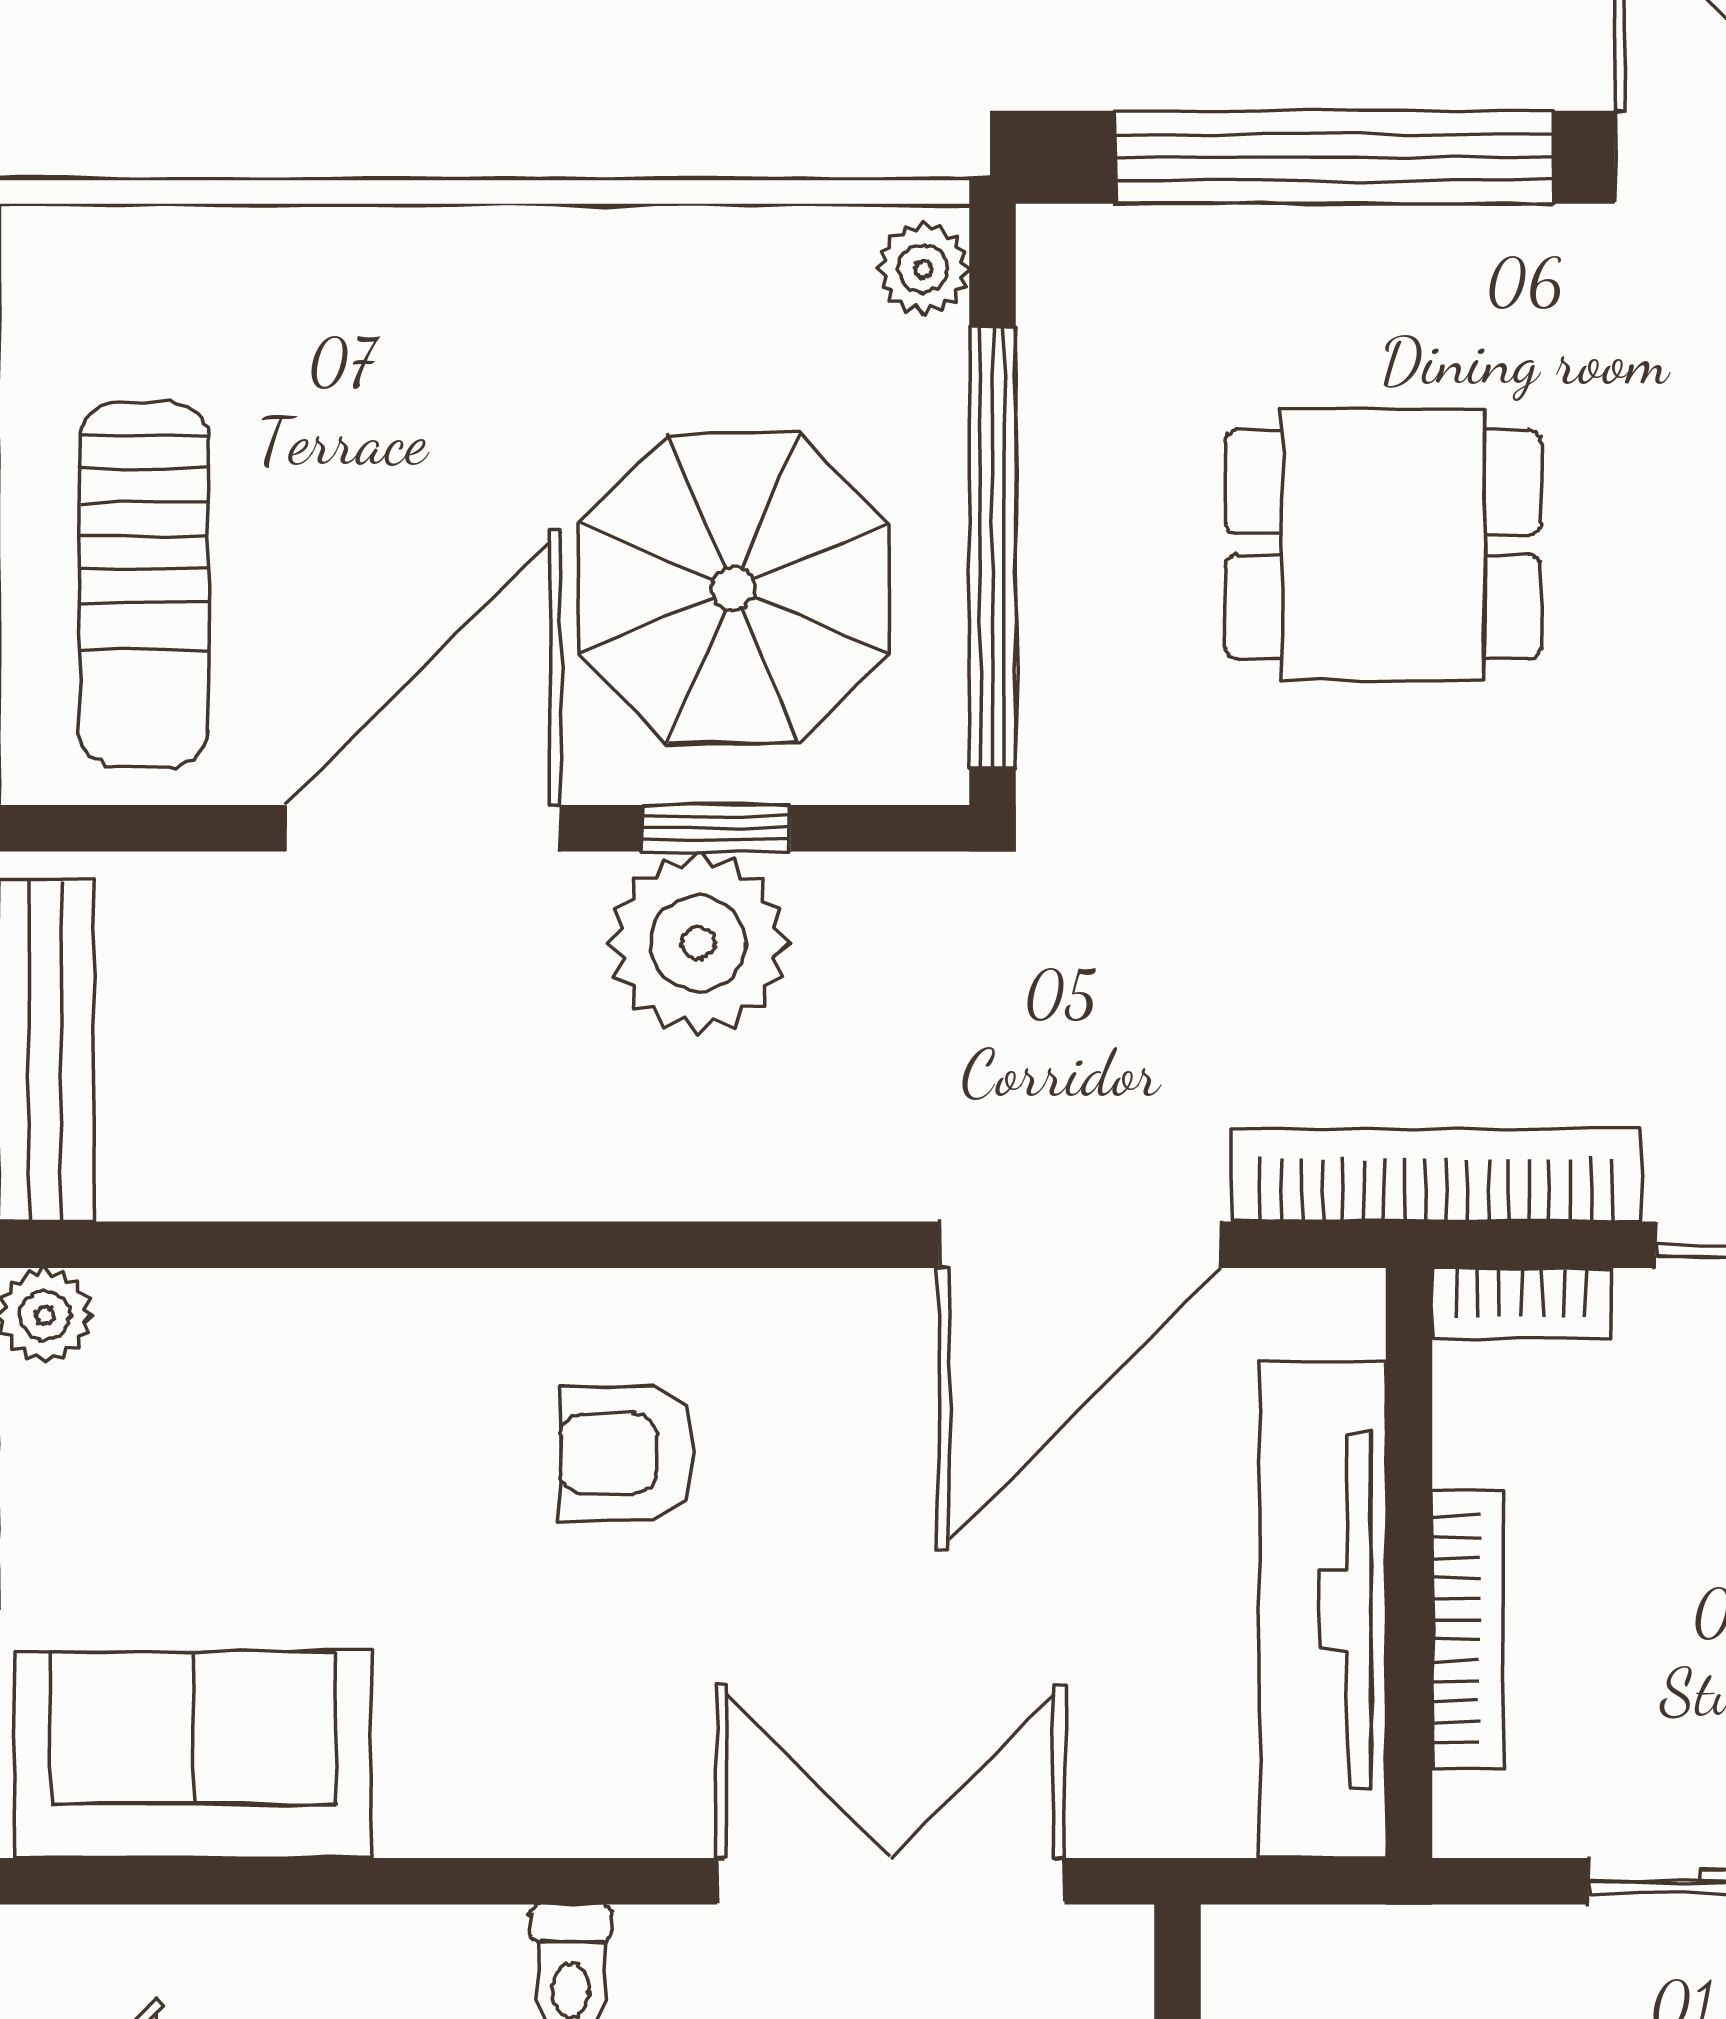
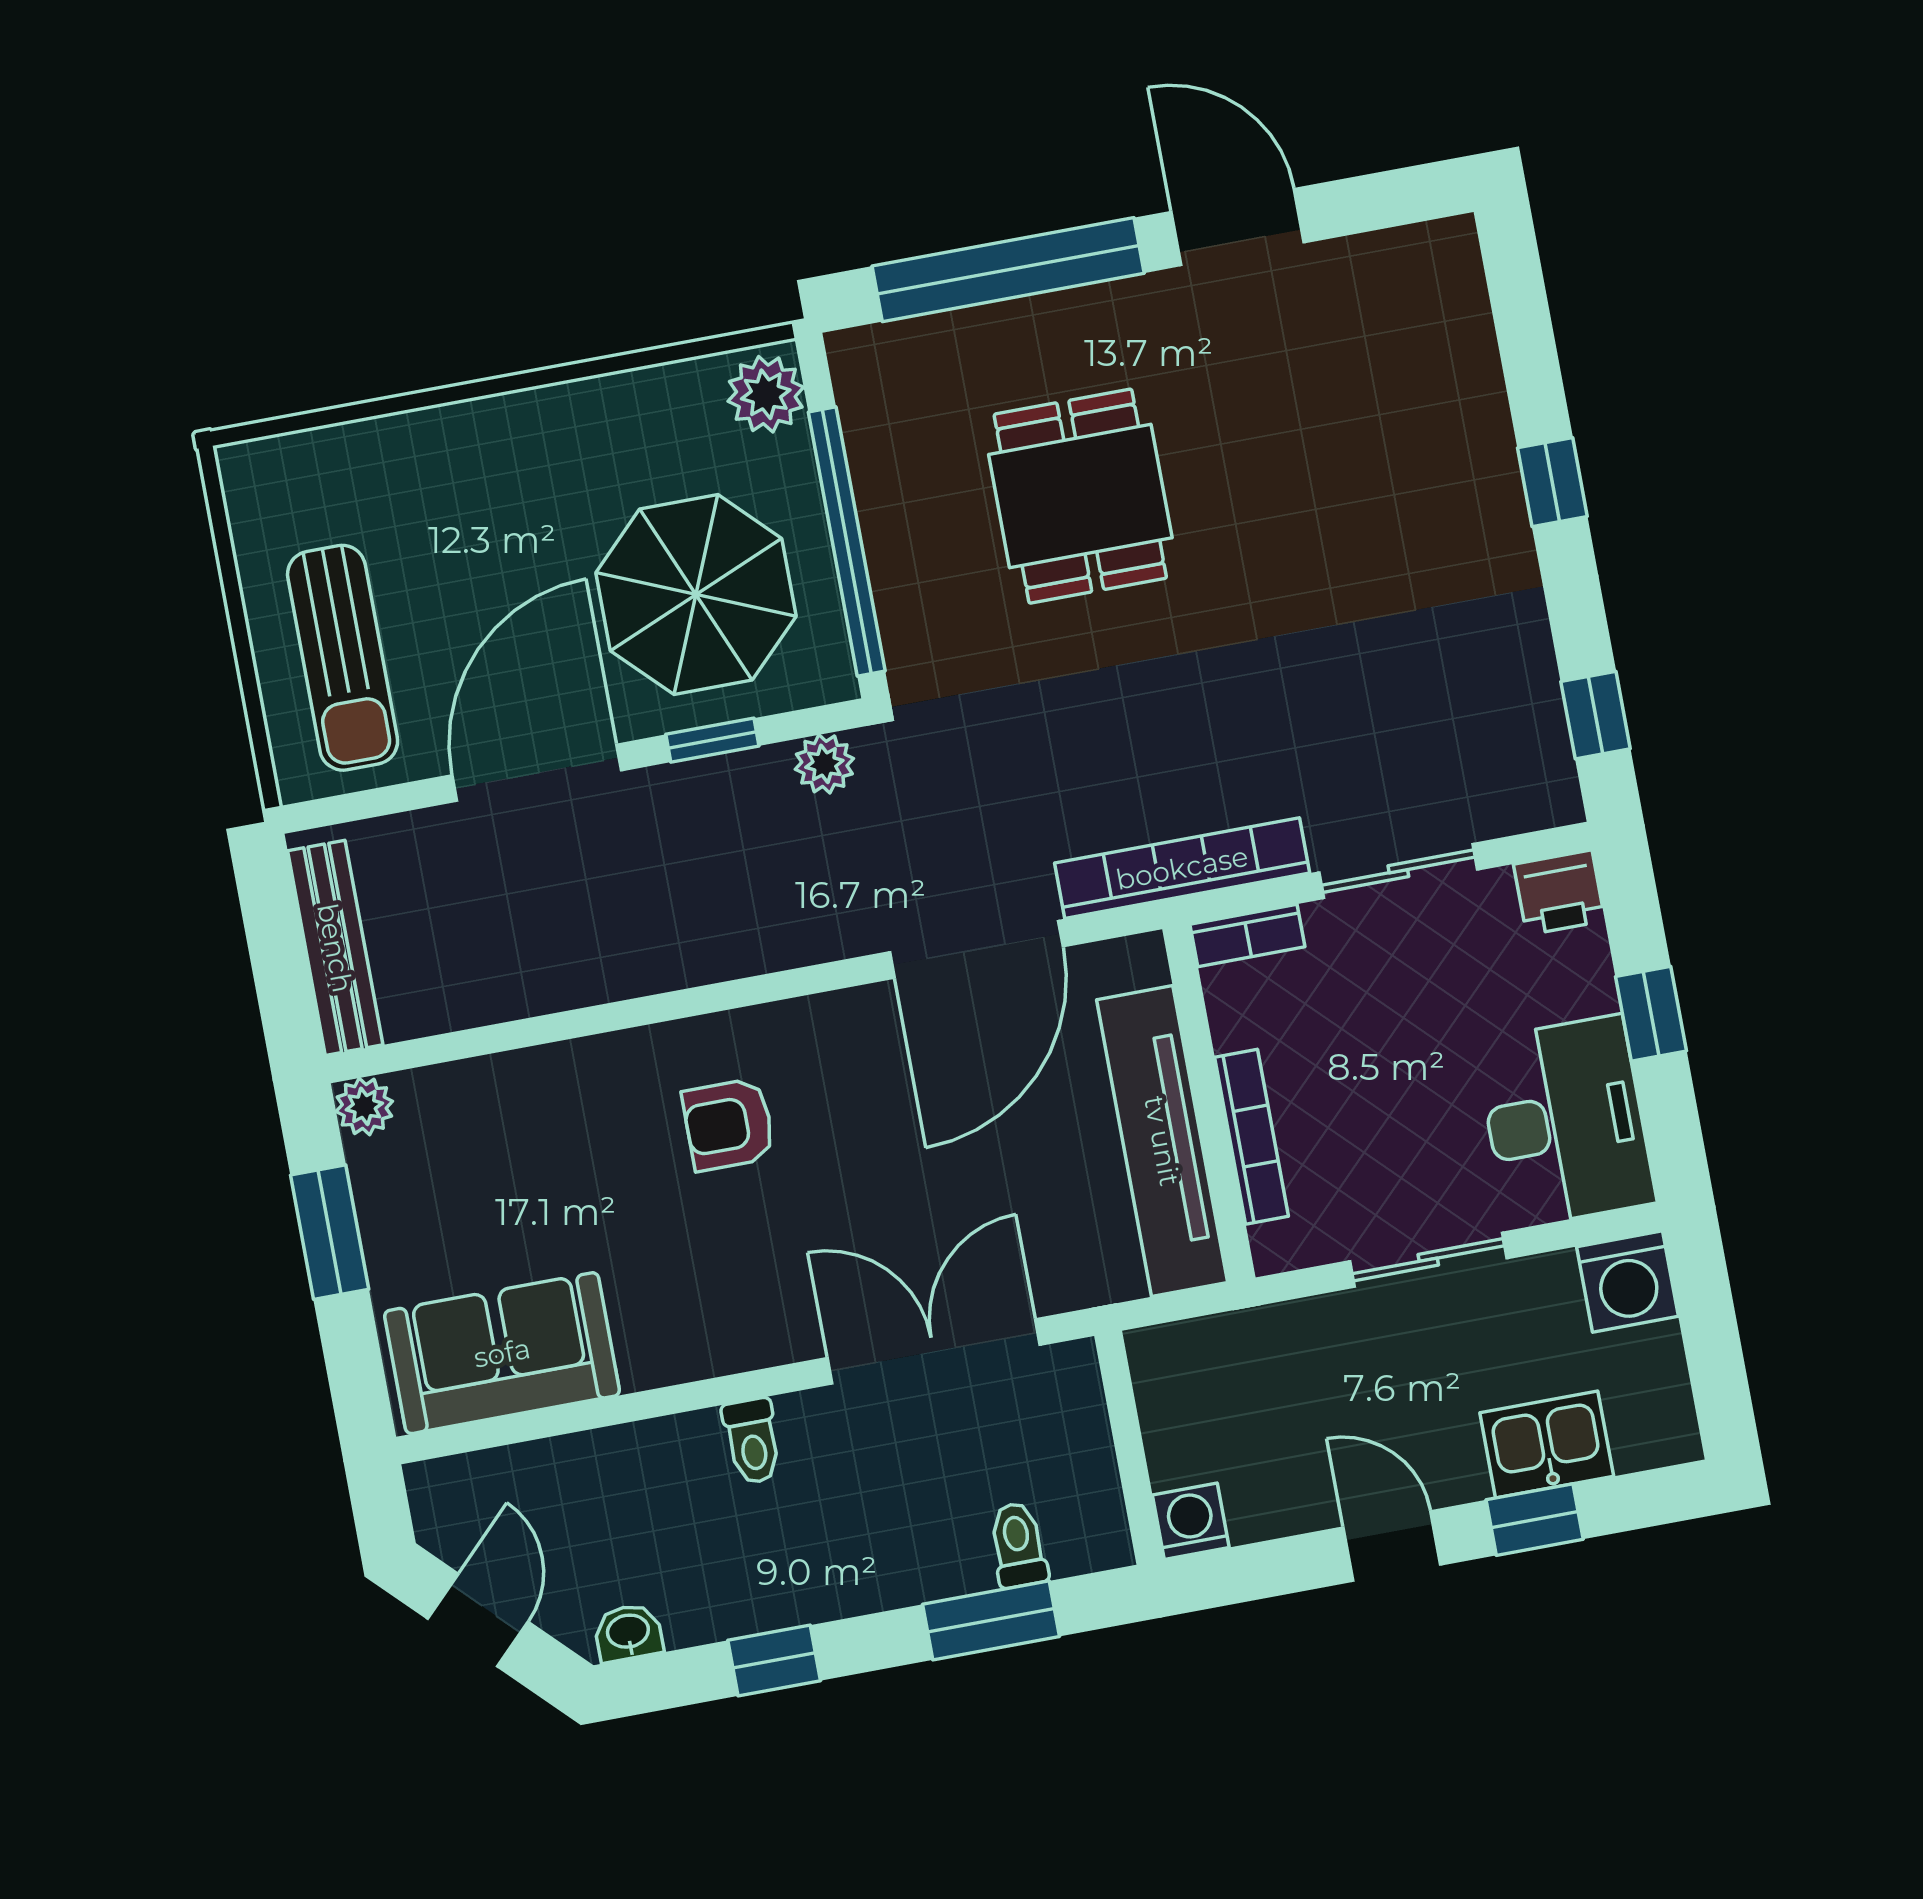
plant: (923, 269) -> (766, 394), width x1.38, depth x1.38
dining table: (1383, 544) -> (1080, 496), turned 90
plant: (698, 943) -> (824, 764), moved, width x0.53, depth x0.53

